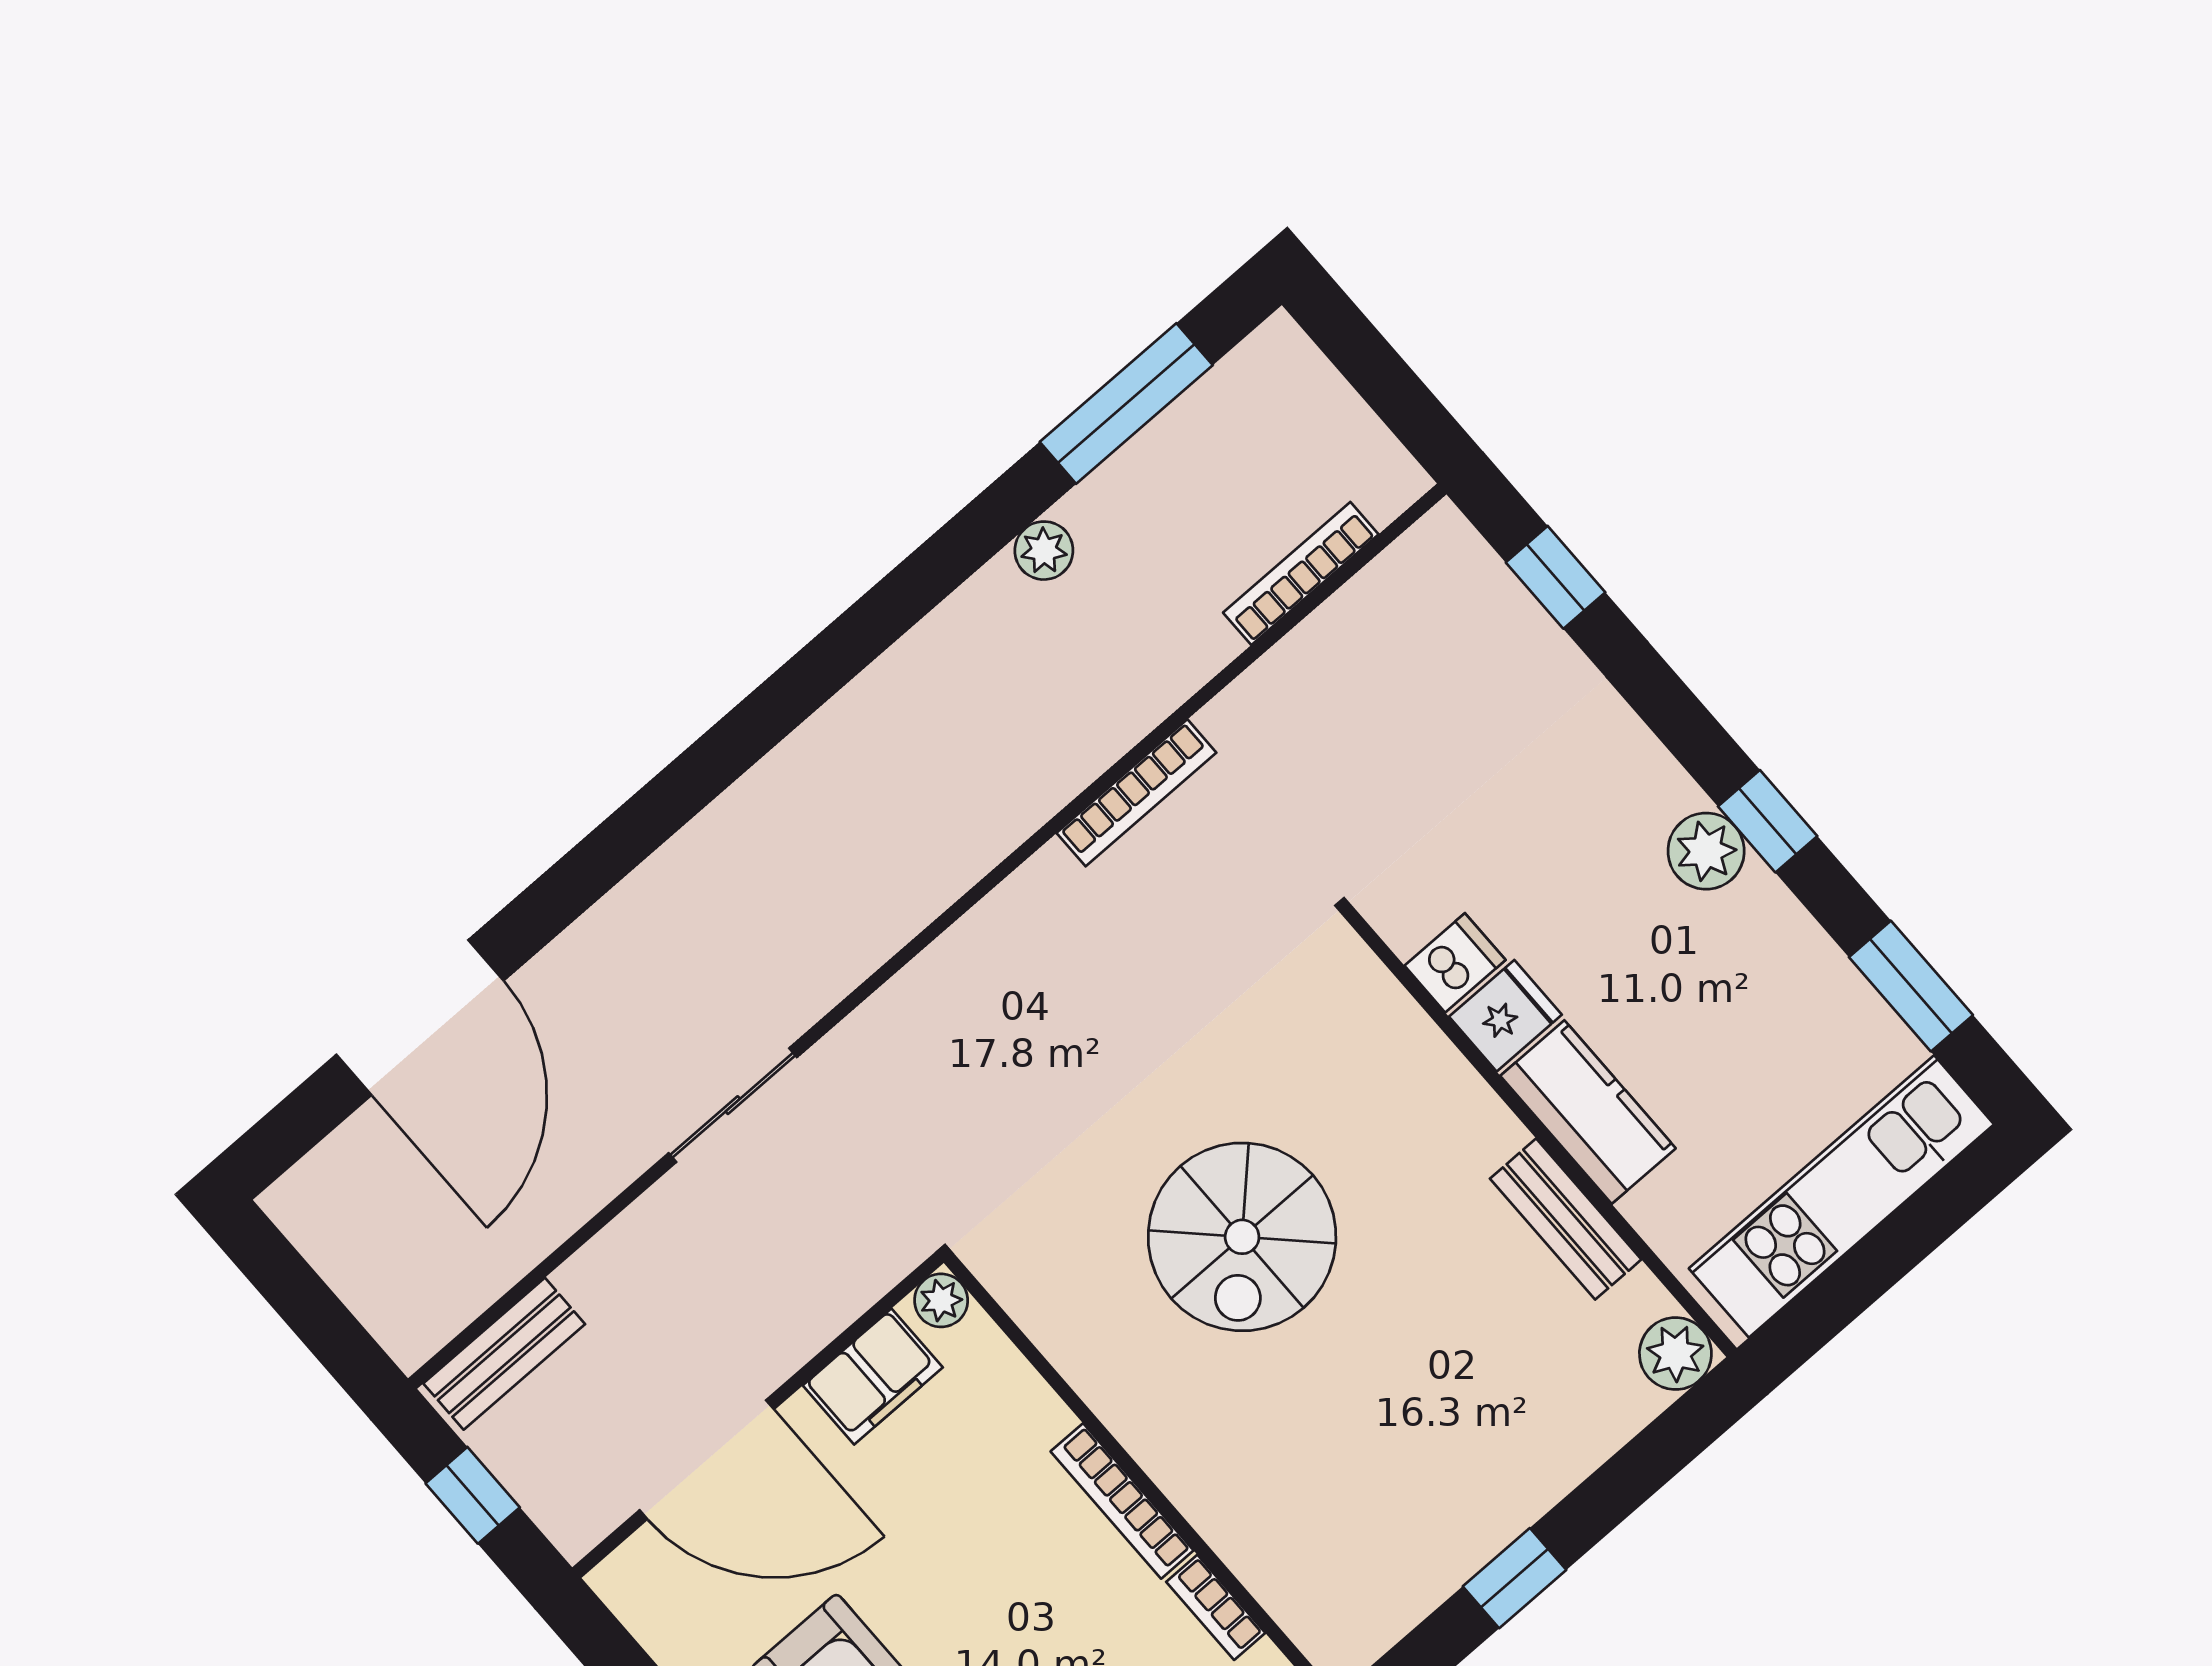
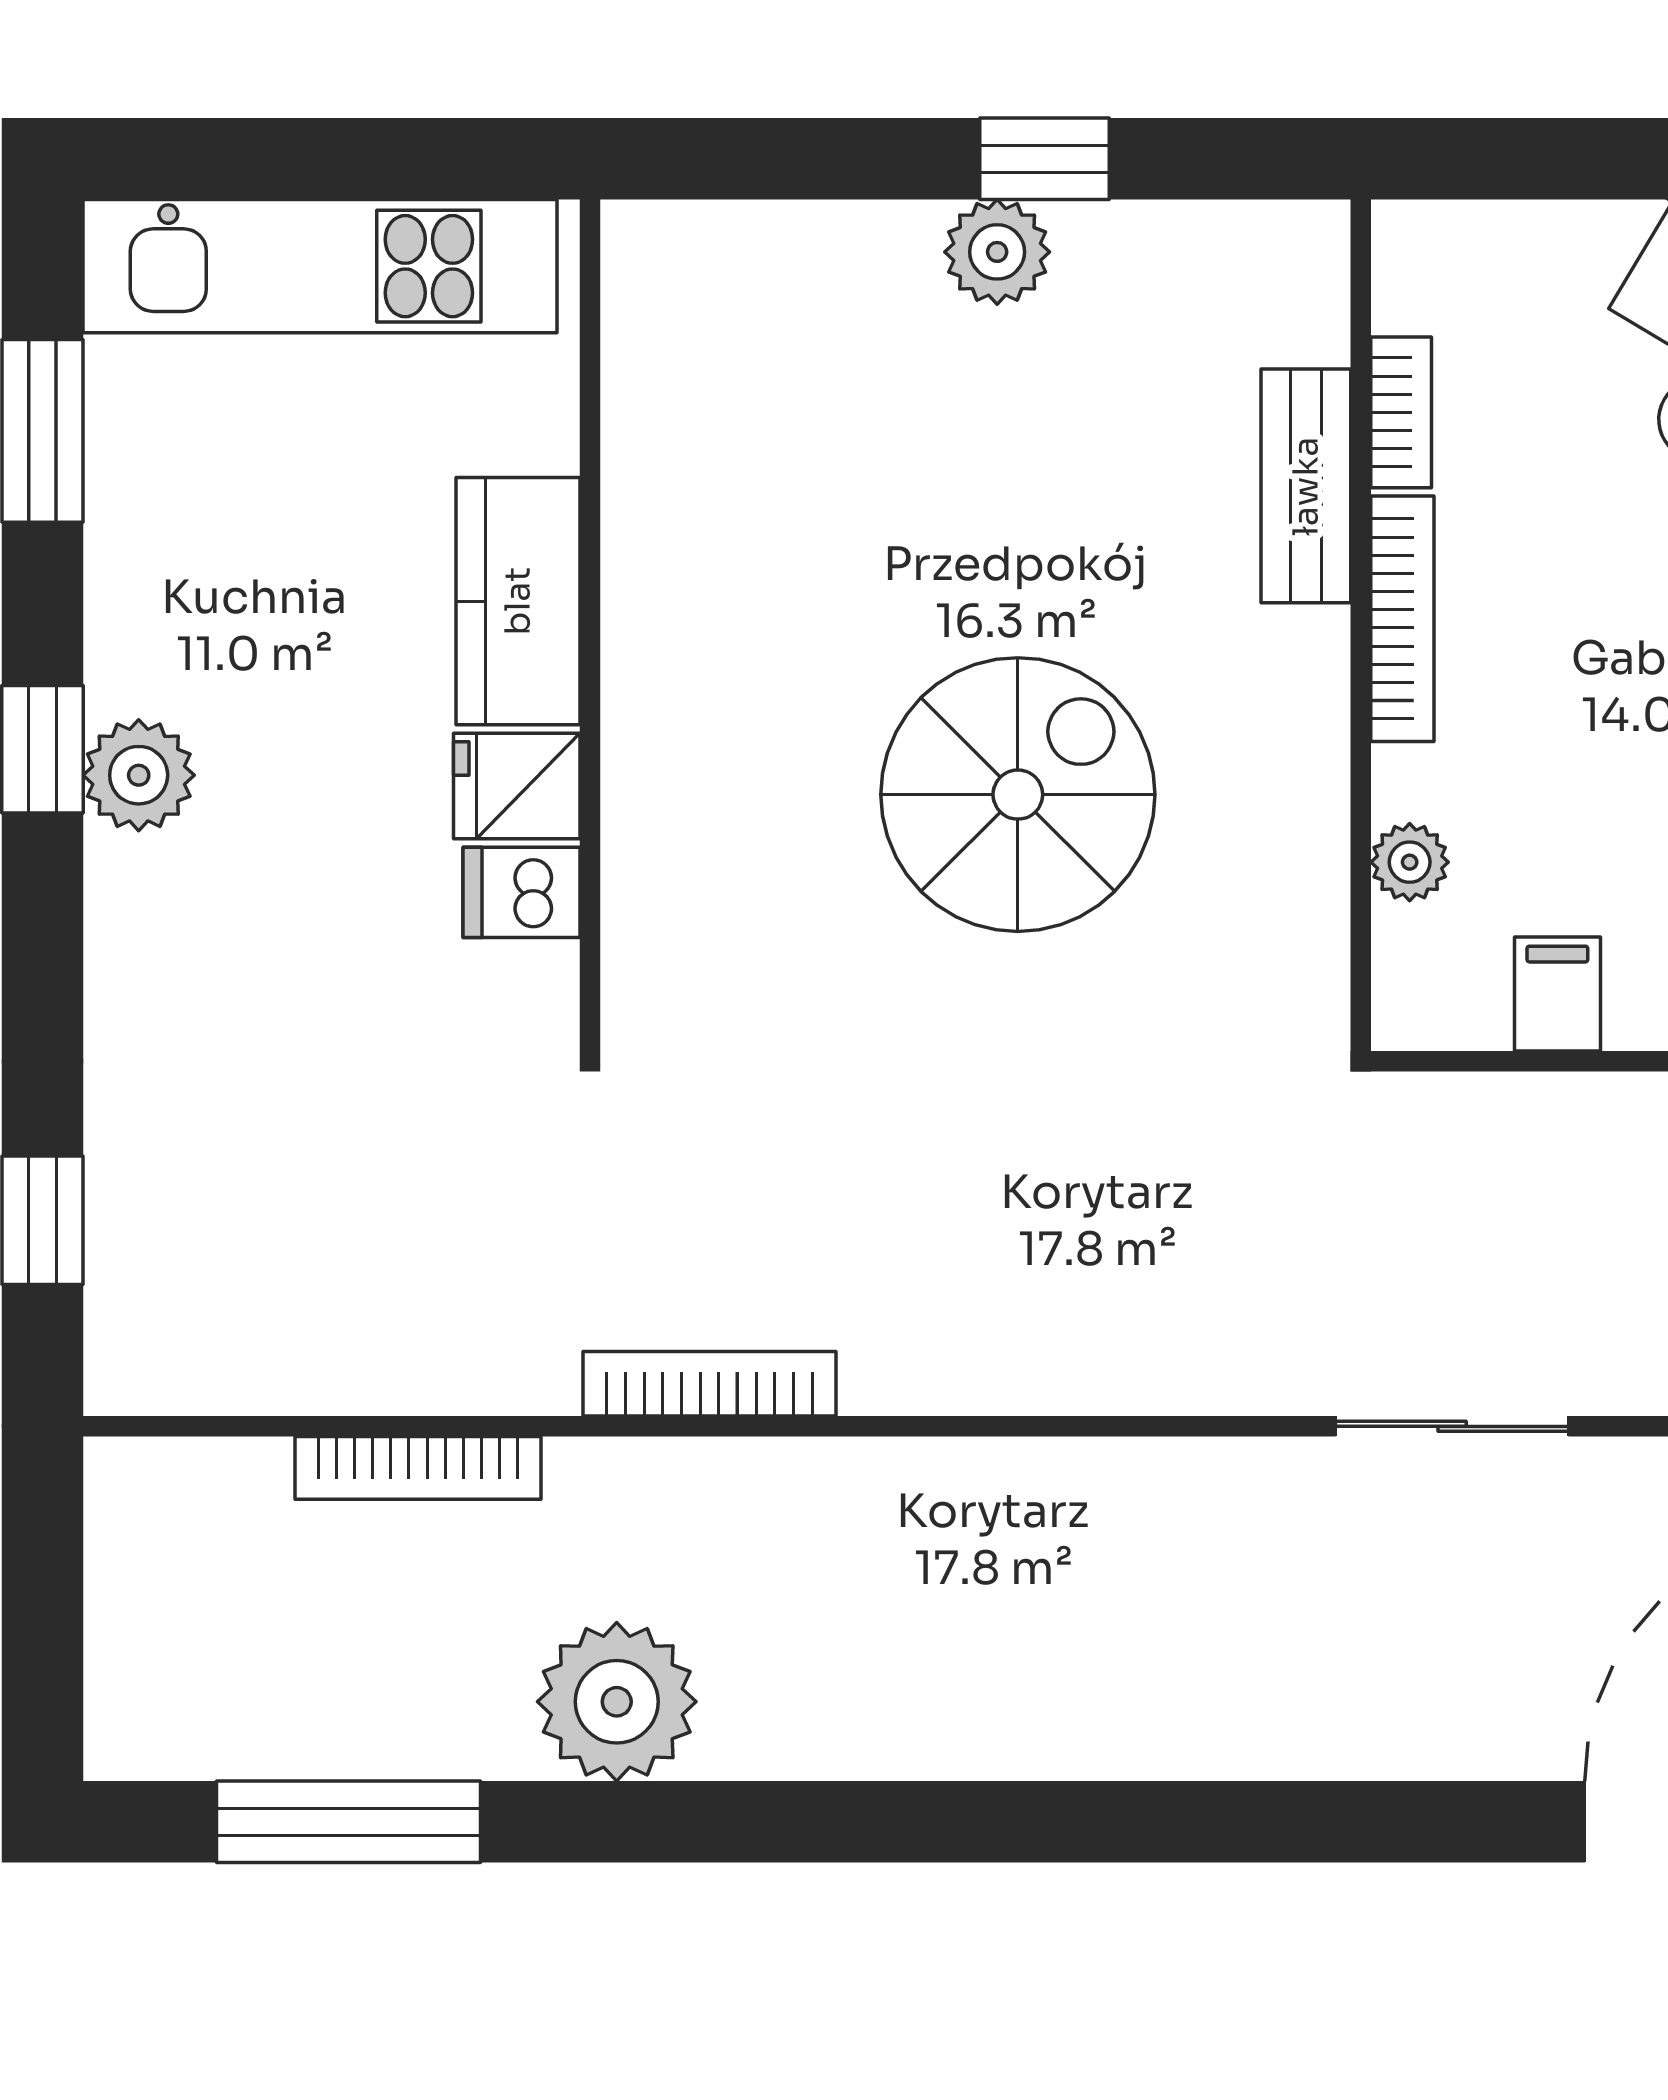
plant: (1044, 551) -> (617, 1702), width x1.88, depth x1.88
bookcase: (1301, 574) -> (418, 1468), moved
bench: (1566, 1219) -> (1306, 486), moved
plant: (941, 1300) -> (1410, 862), moved
plant: (1675, 1354) -> (997, 252), moved
filing cabinet: (873, 1376) -> (1557, 994), width x0.50

